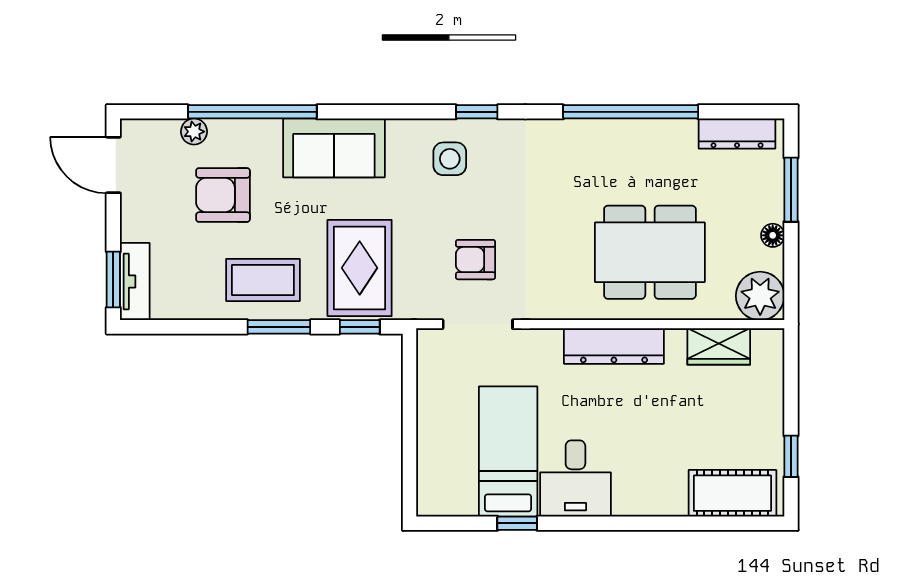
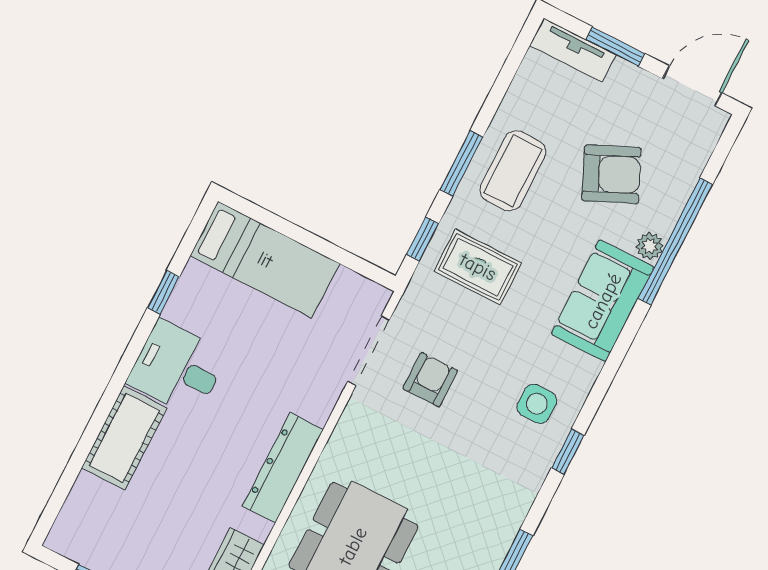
plant: (194, 132) -> (650, 246), moved
armchair: (223, 195) -> (612, 174), turned 66
rug: (360, 268) -> (478, 267), width x0.73, depth x0.70
window: (113, 280) -> (615, 47), moved
bed: (508, 451) -> (265, 260), moved
cot: (732, 493) -> (124, 438), moved

